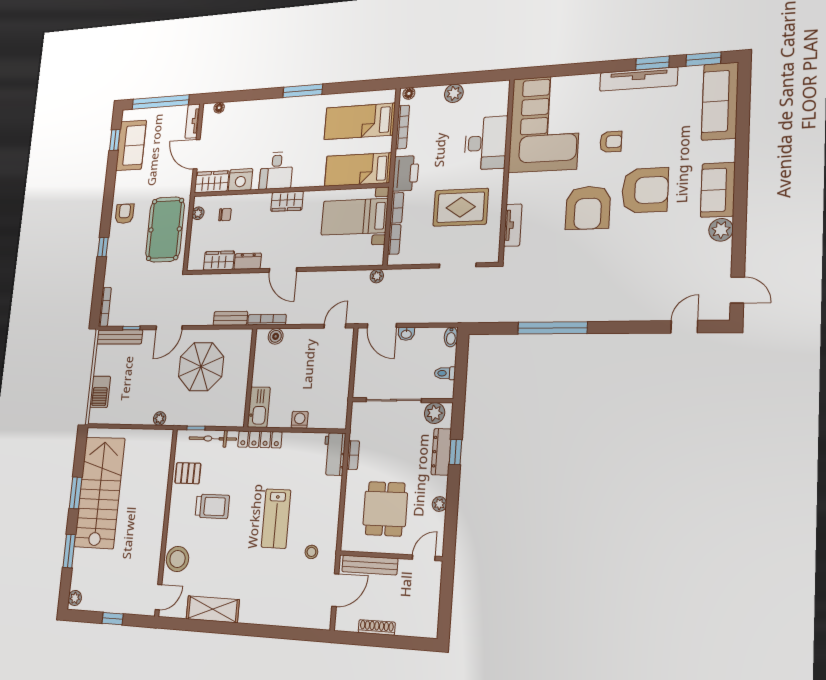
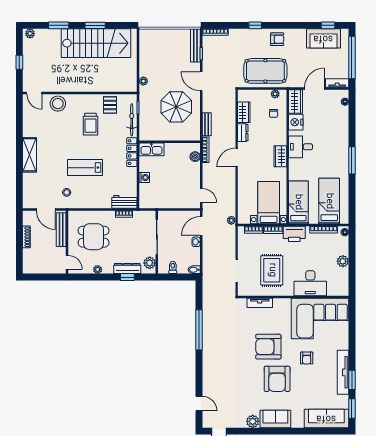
barbecue: (100, 392) -> (160, 35), removed
shelving: (213, 609) -> (30, 155), moved

